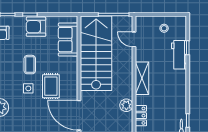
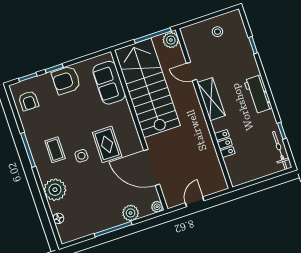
door: (134, 39) -> (192, 71), moved
workbench: (179, 55) -> (258, 94), moved
coffee table: (30, 65) -> (55, 150), moved
plant: (126, 105) -> (171, 40), moved

